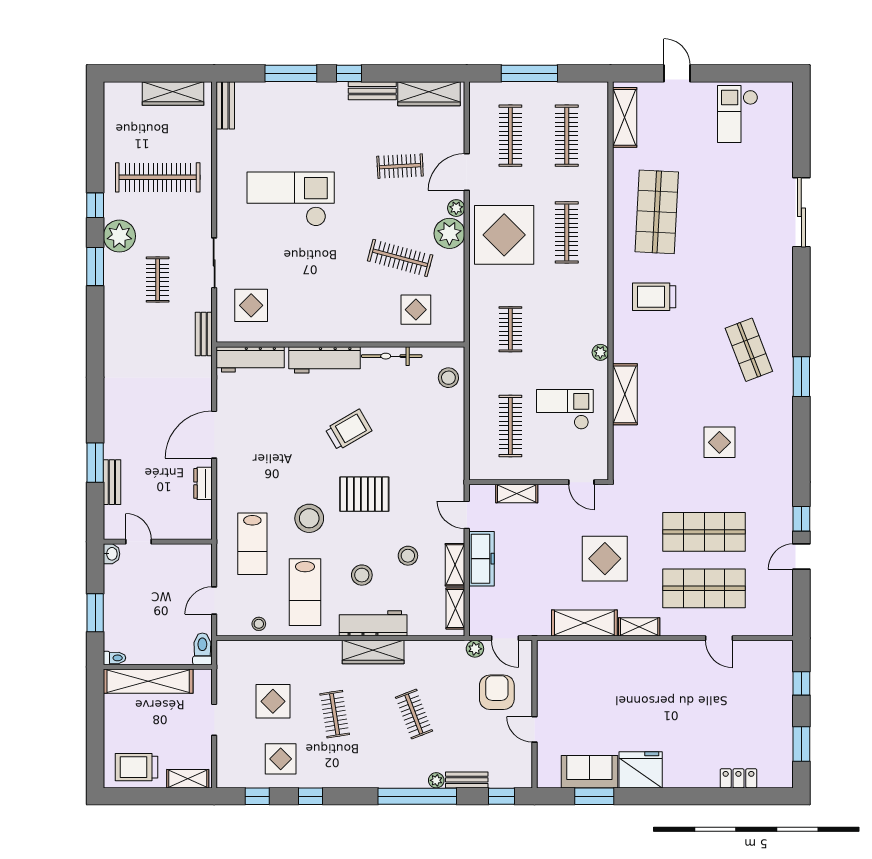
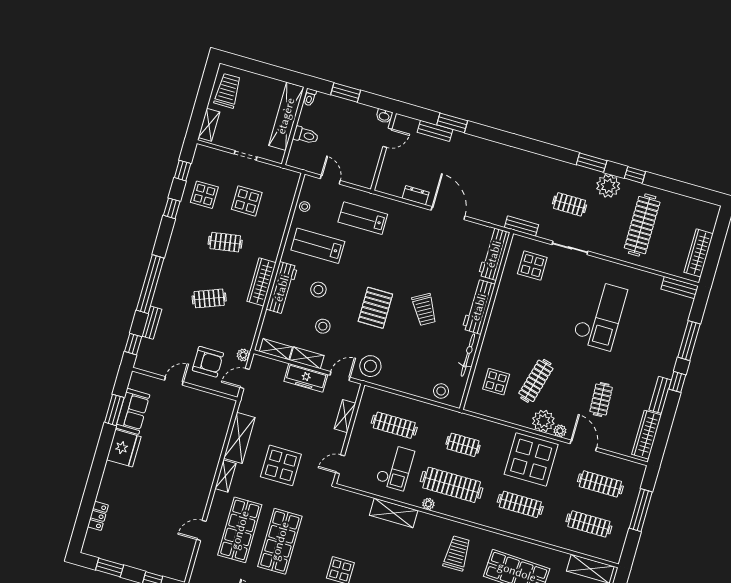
clothes rail: (567, 329) -> (452, 485), added
stool: (309, 518) -> (370, 366), moved
toilet: (202, 649) -> (306, 135), moved
plant: (436, 780) -> (158, 301), removed

